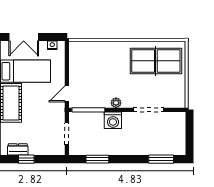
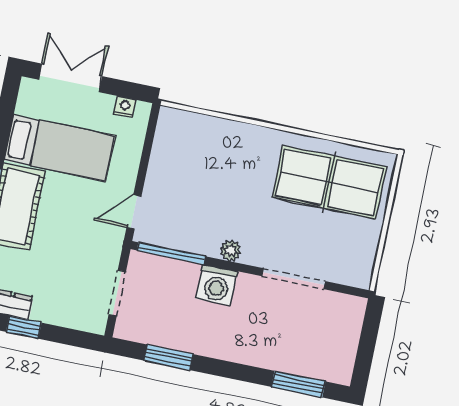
double door: (24, 37) -> (70, 78), swing flipped

